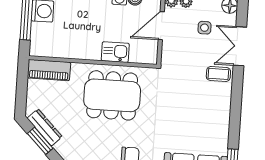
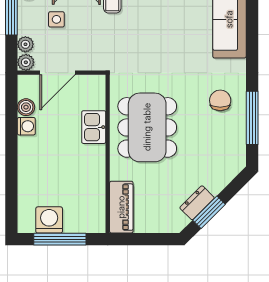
door: (161, 26) -> (57, 73), hinge flipped
dresser: (45, 127) -> (197, 203), width x0.70

